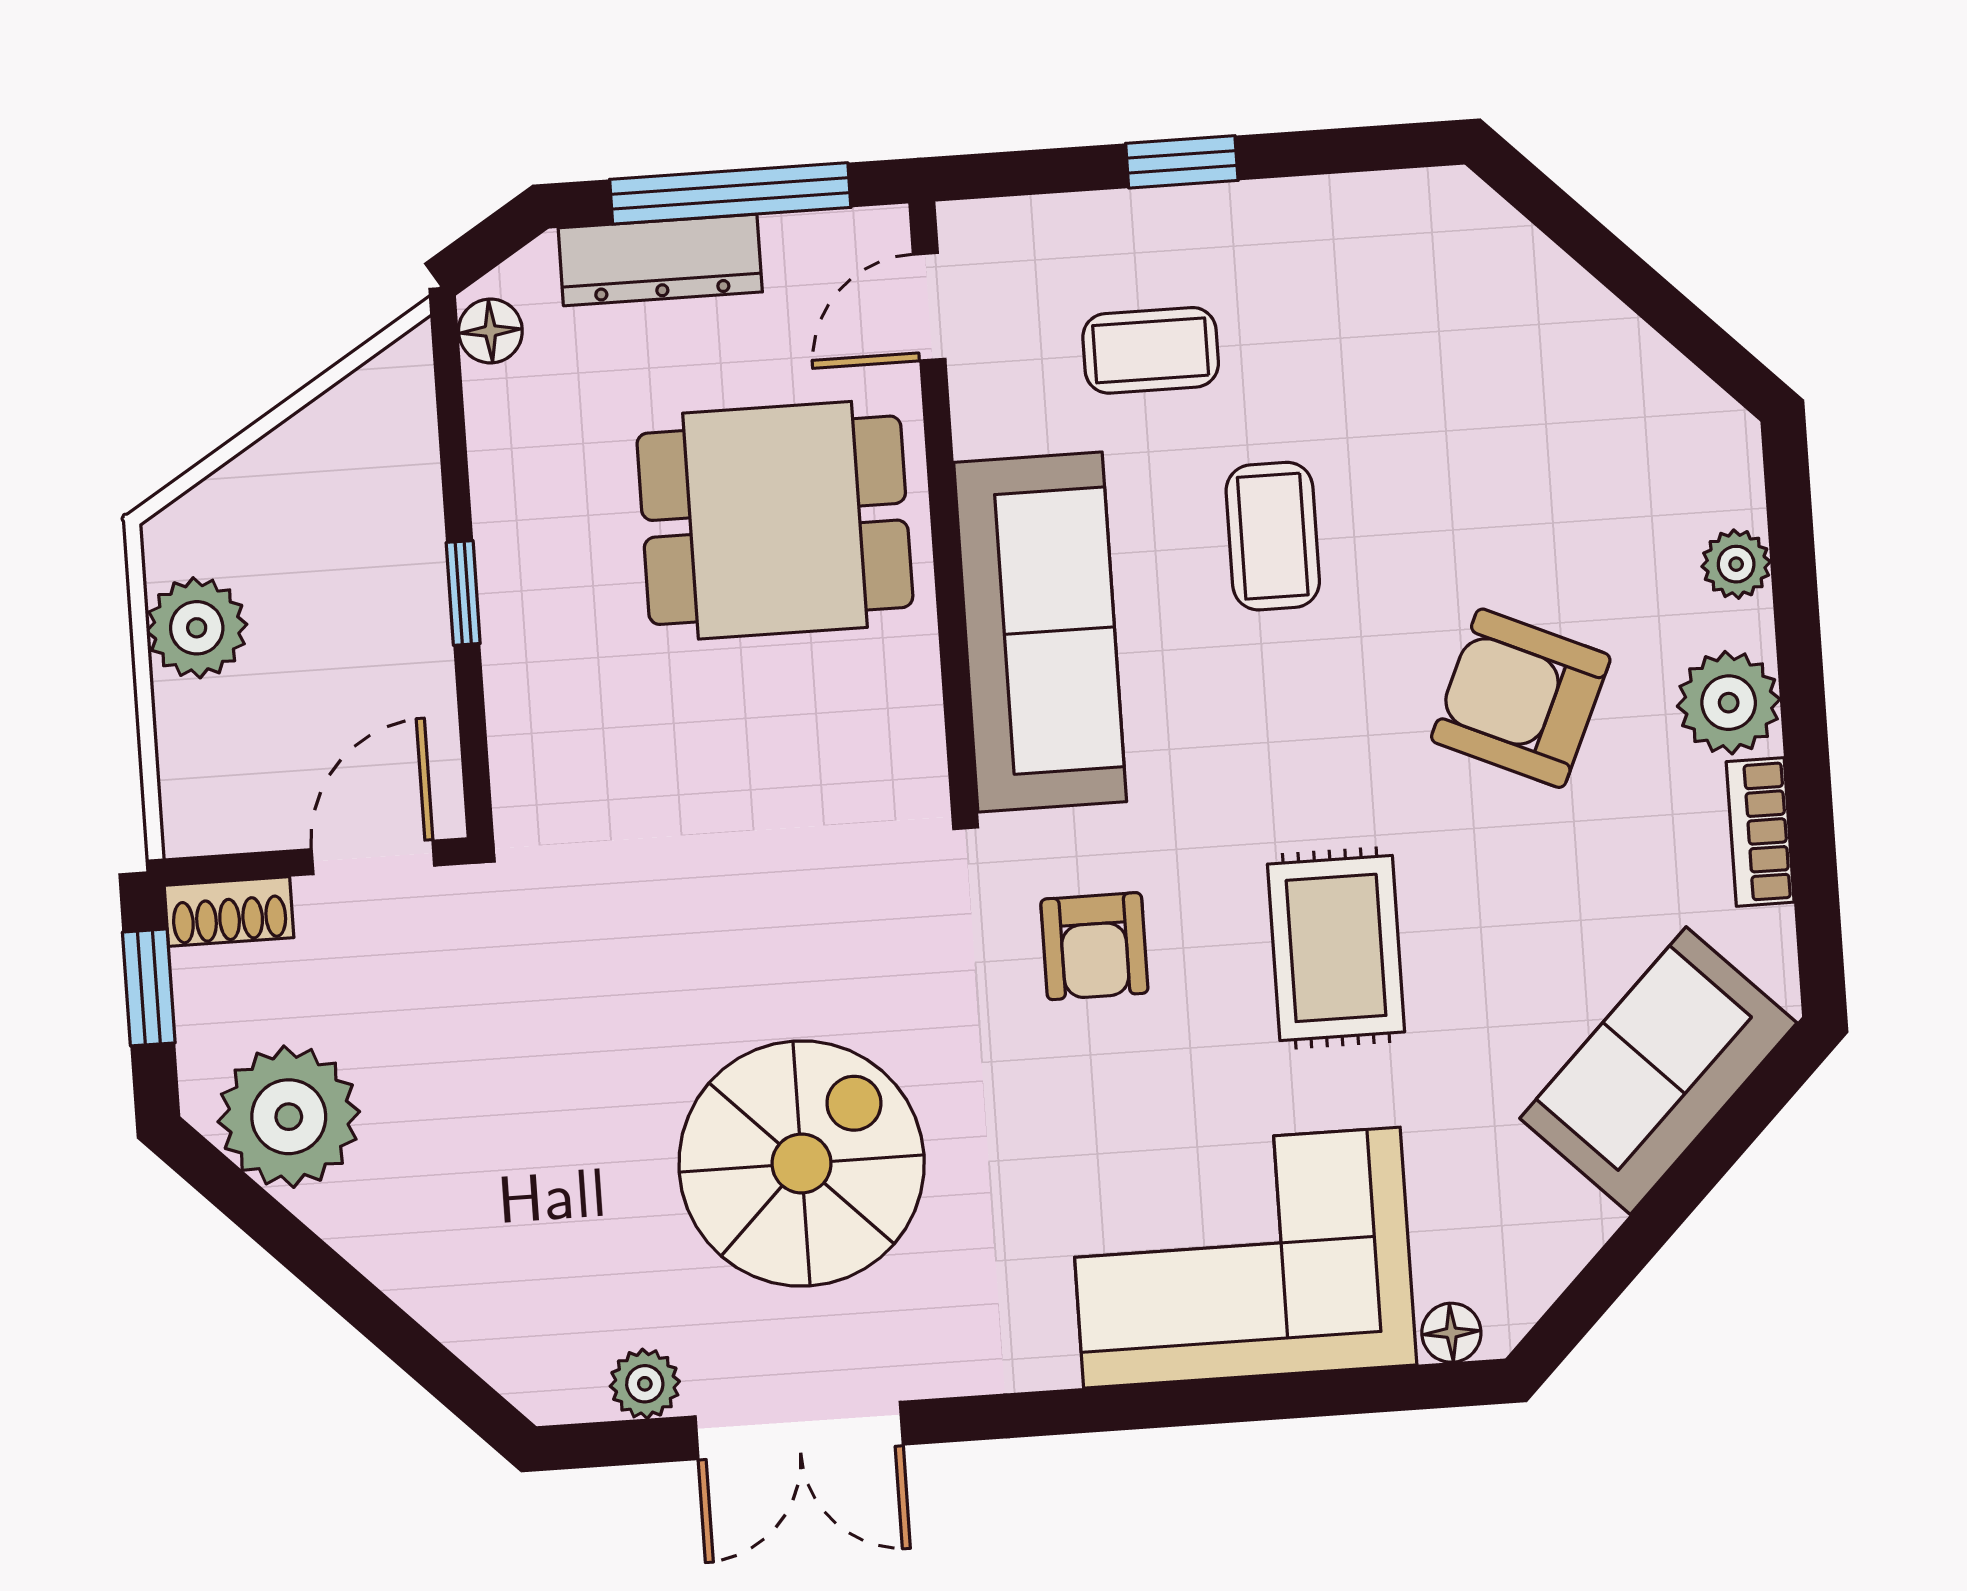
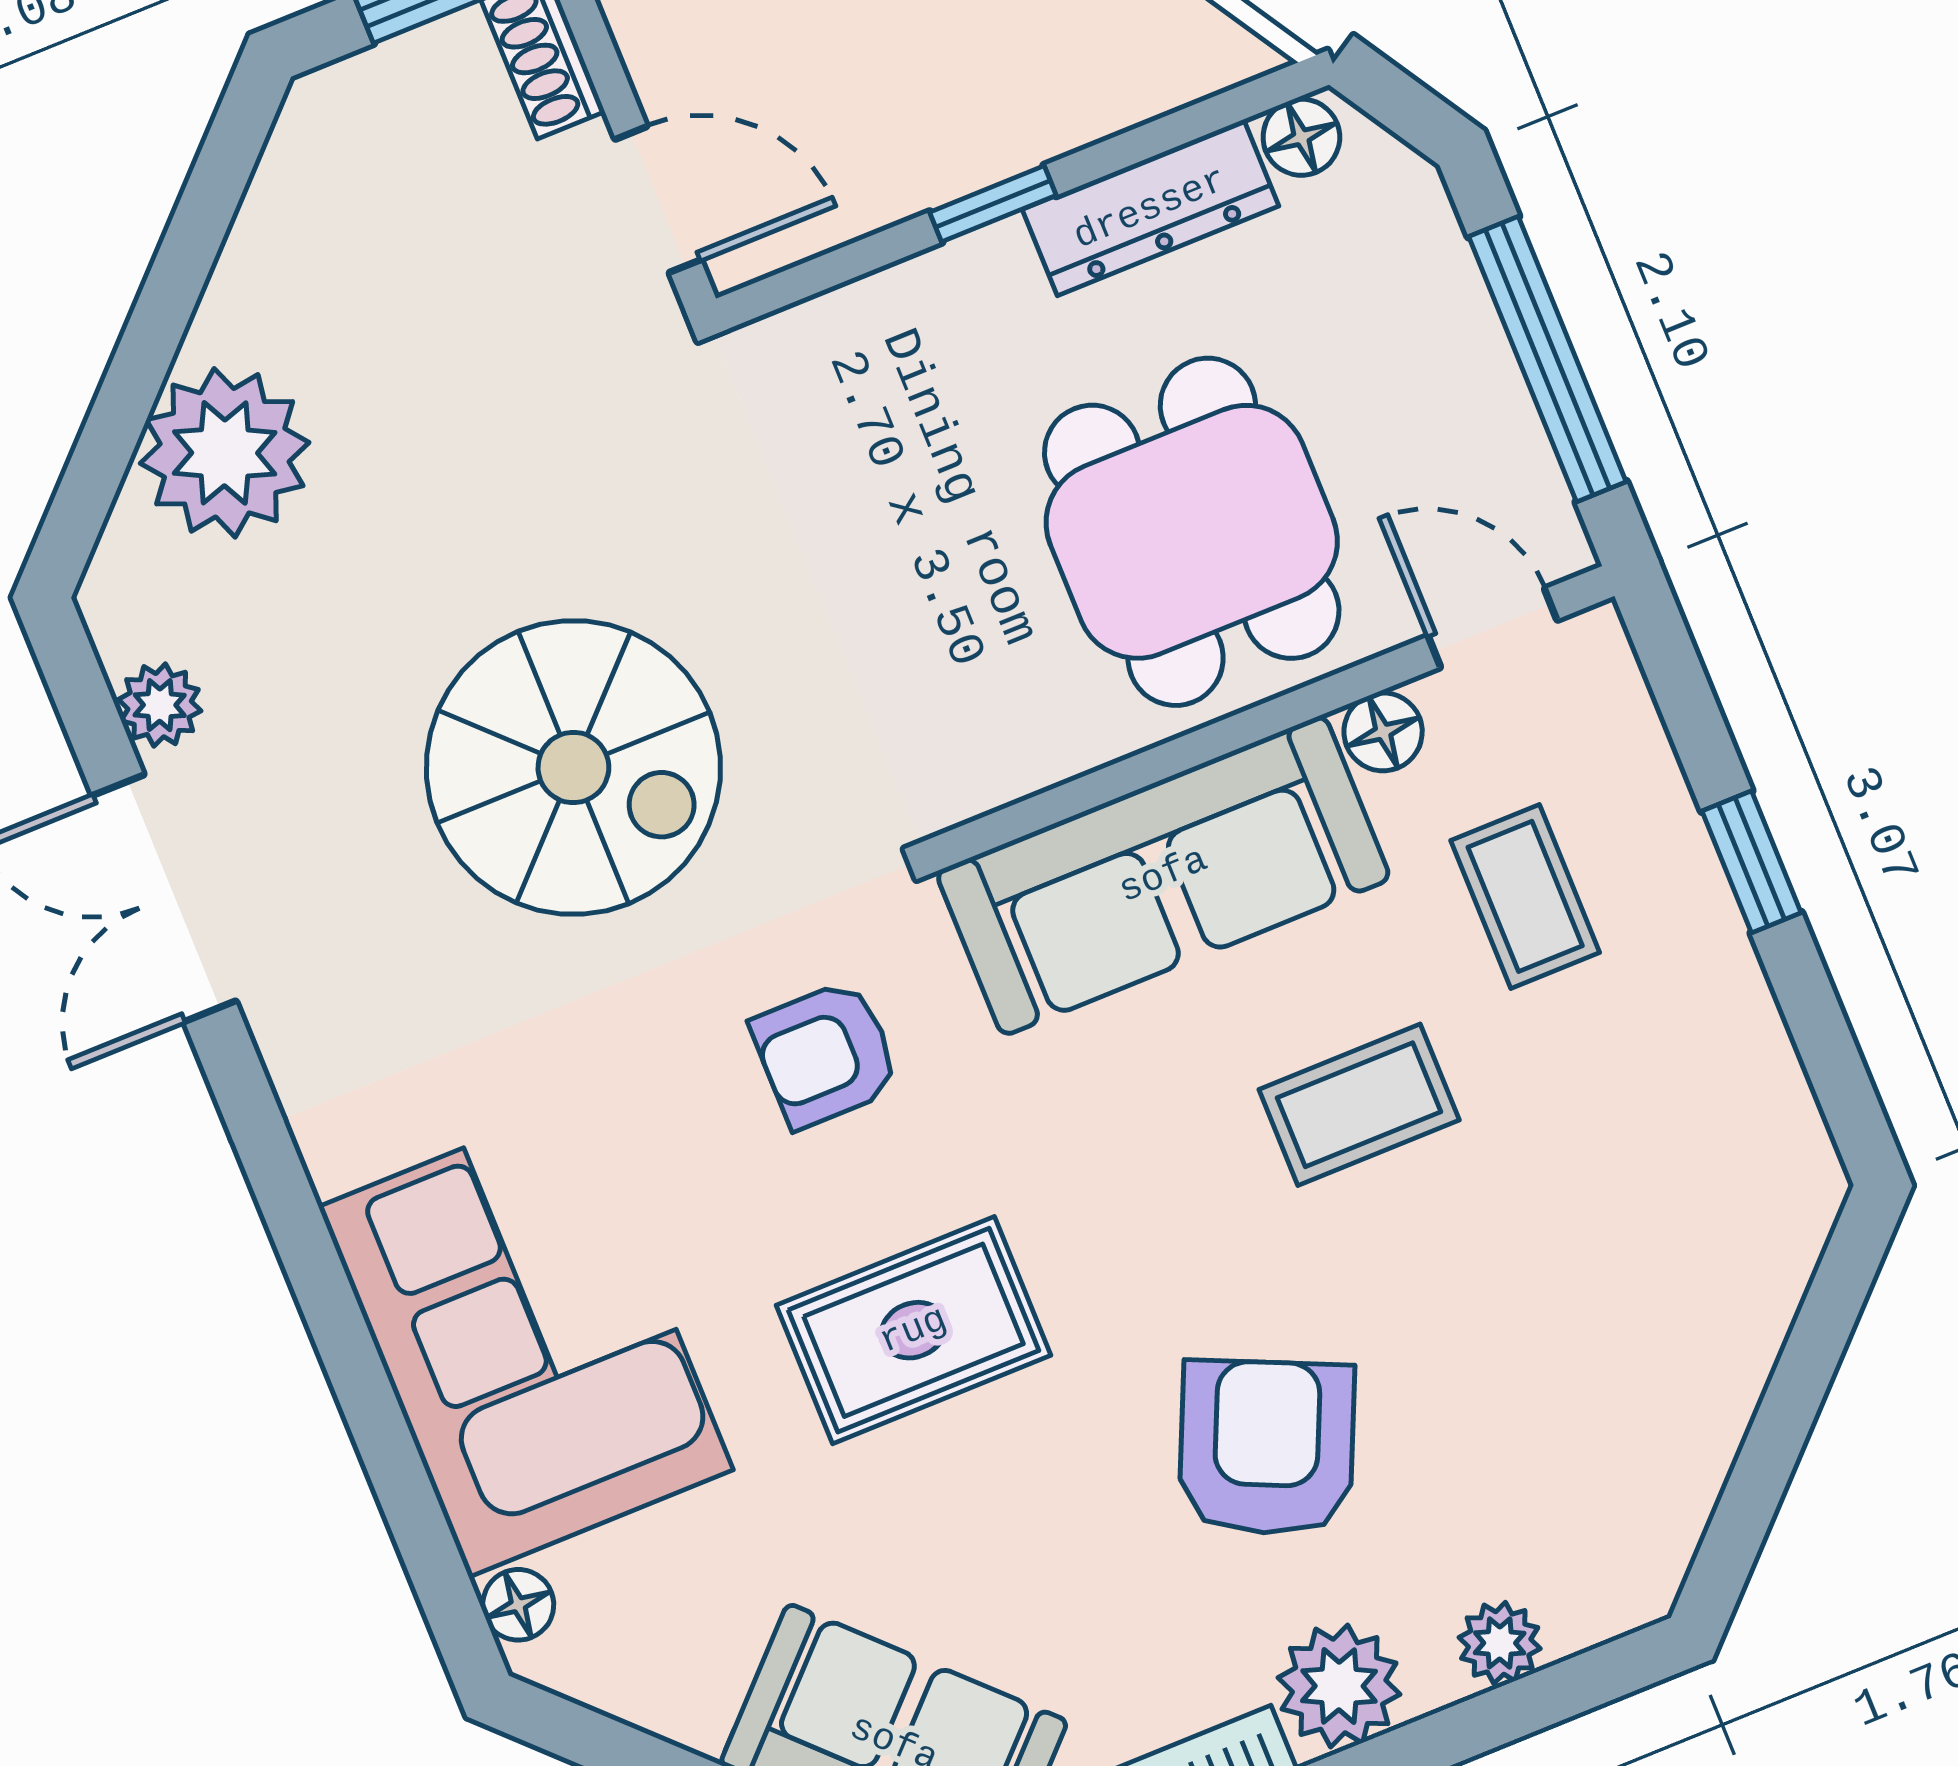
dresser: (660, 260) -> (1150, 208), moved, turned -90
floor lamp: (983, 420) -> (1383, 732), added
plant: (289, 1117) -> (225, 453), moved
spiral stairs: (802, 1163) -> (573, 767), moved

